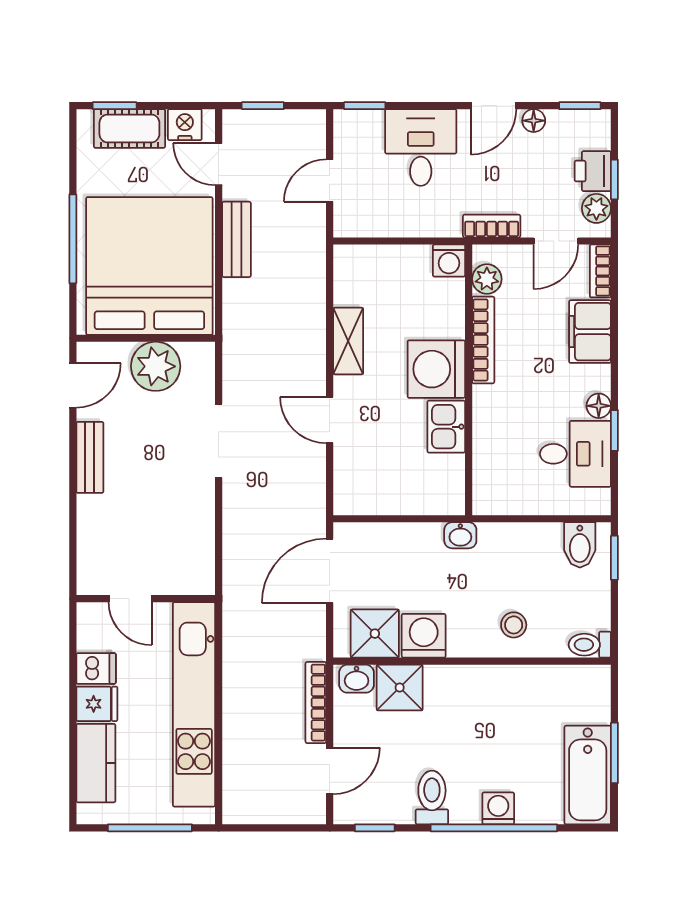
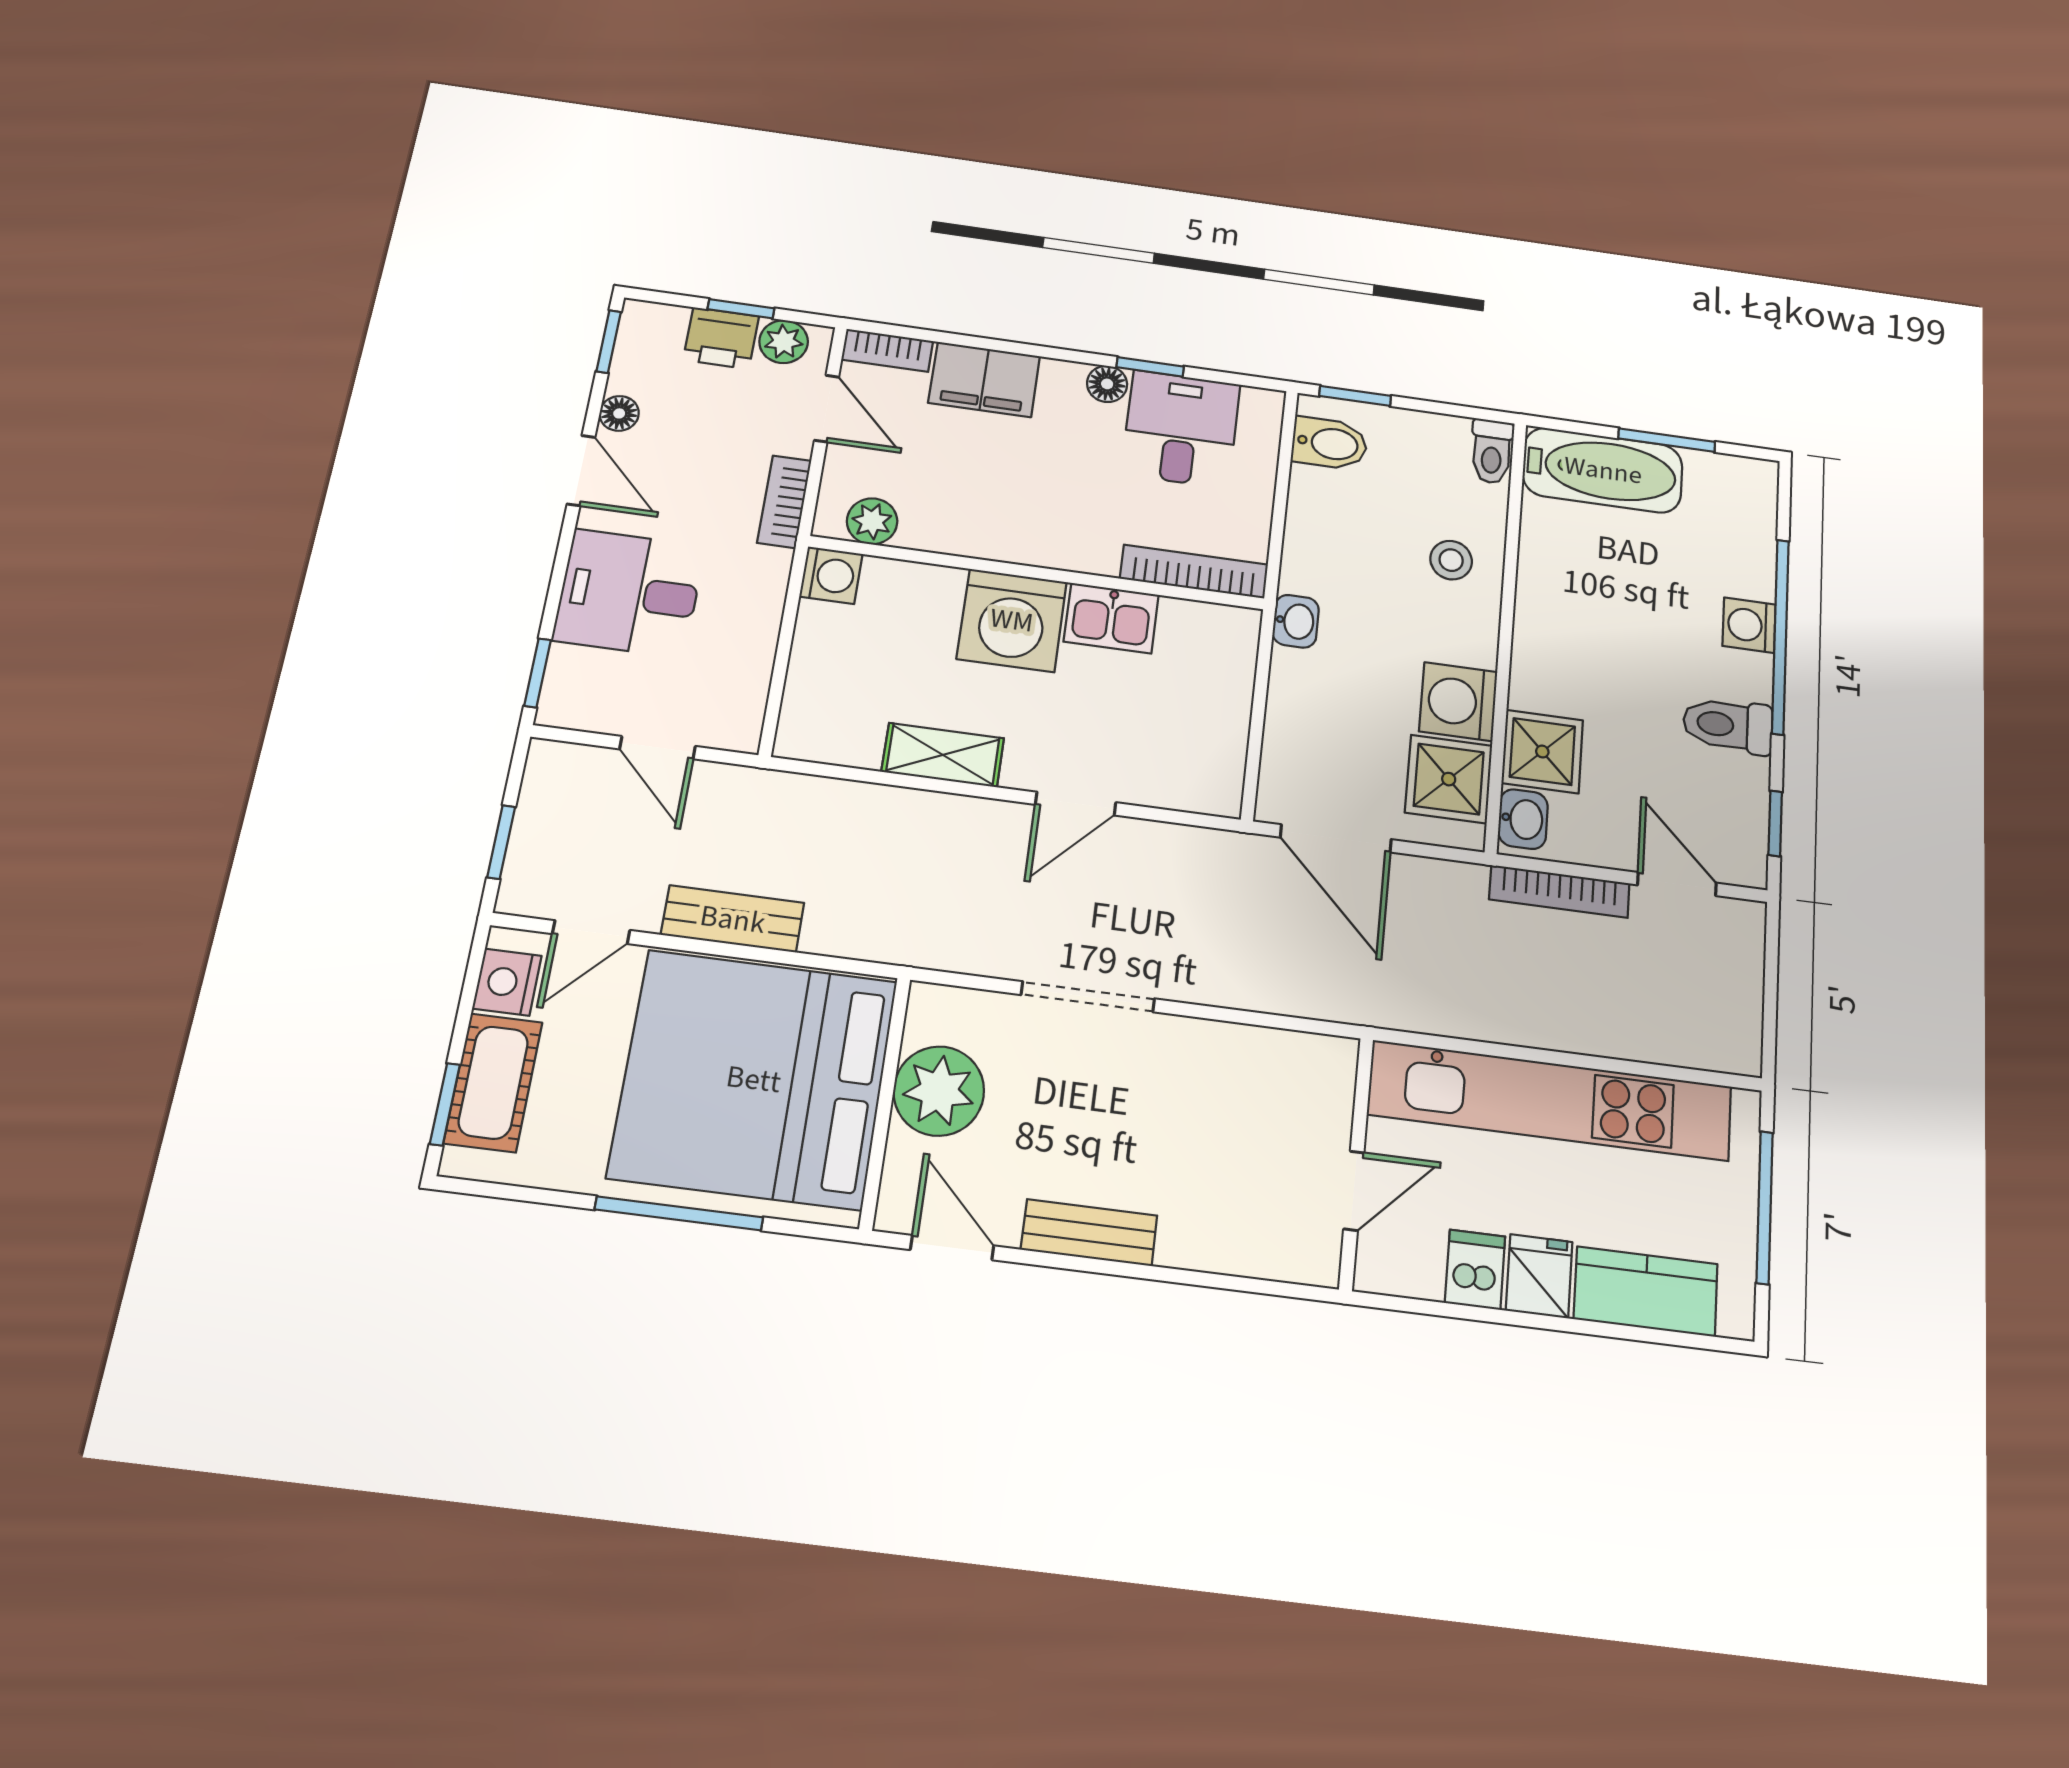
bookcase: (483, 340) -> (1194, 572), moved
bathtub: (588, 775) -> (1603, 470), moved

